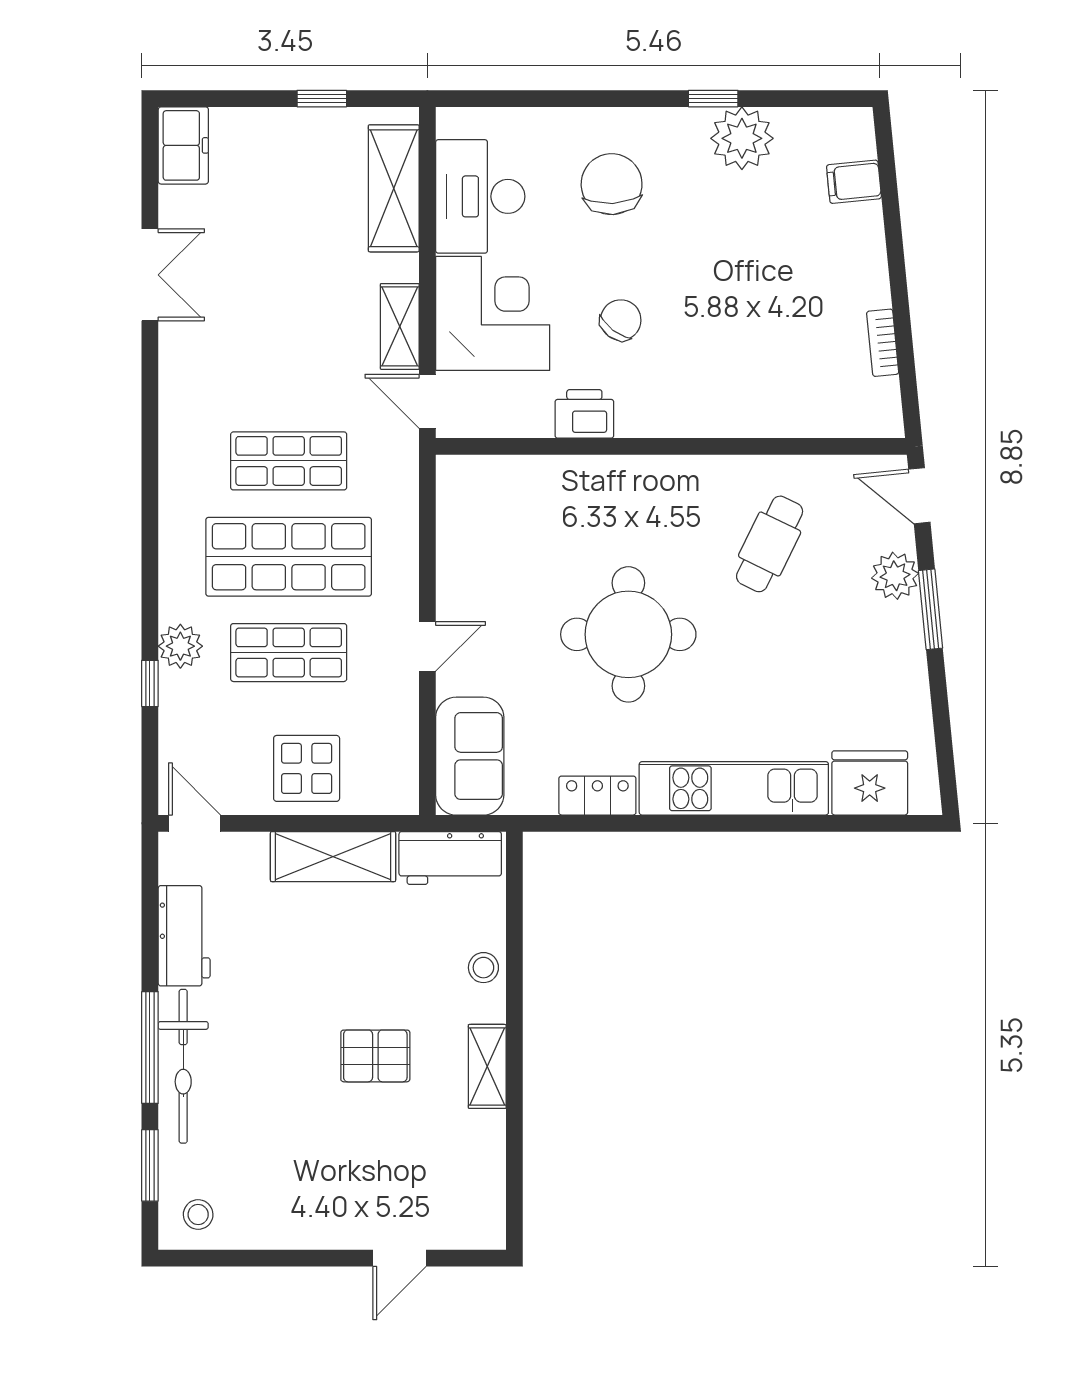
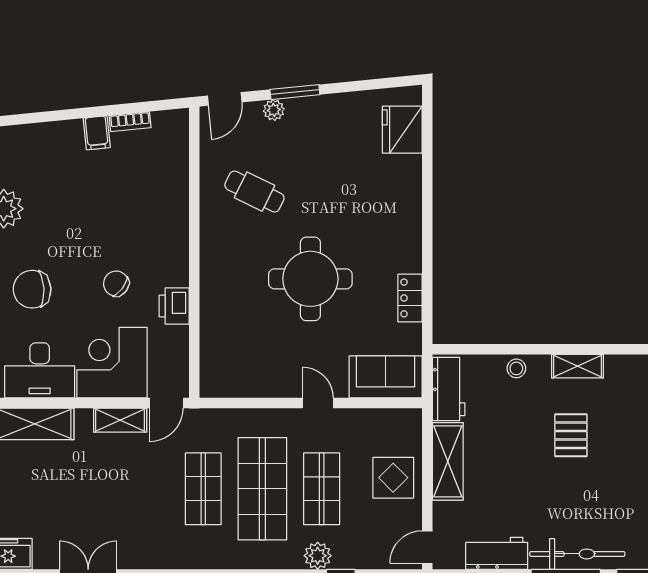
filing cabinet: (854, 182) -> (97, 133), moved
plant: (895, 576) -> (274, 110), width x0.73, depth x0.73
kitchen unit: (734, 788) -> (406, 214), removed

